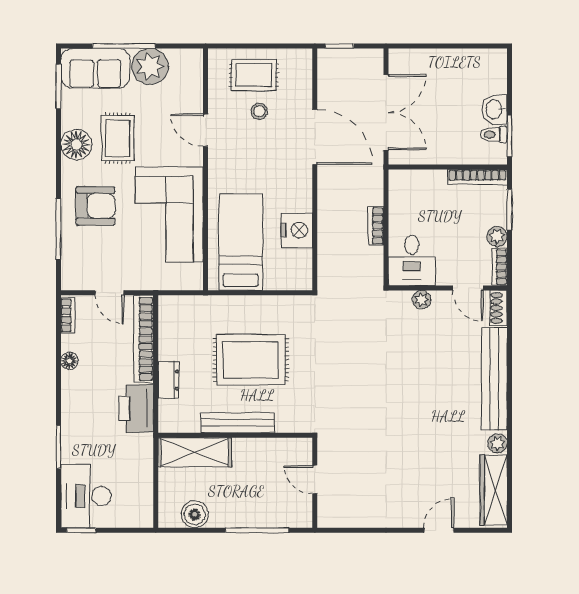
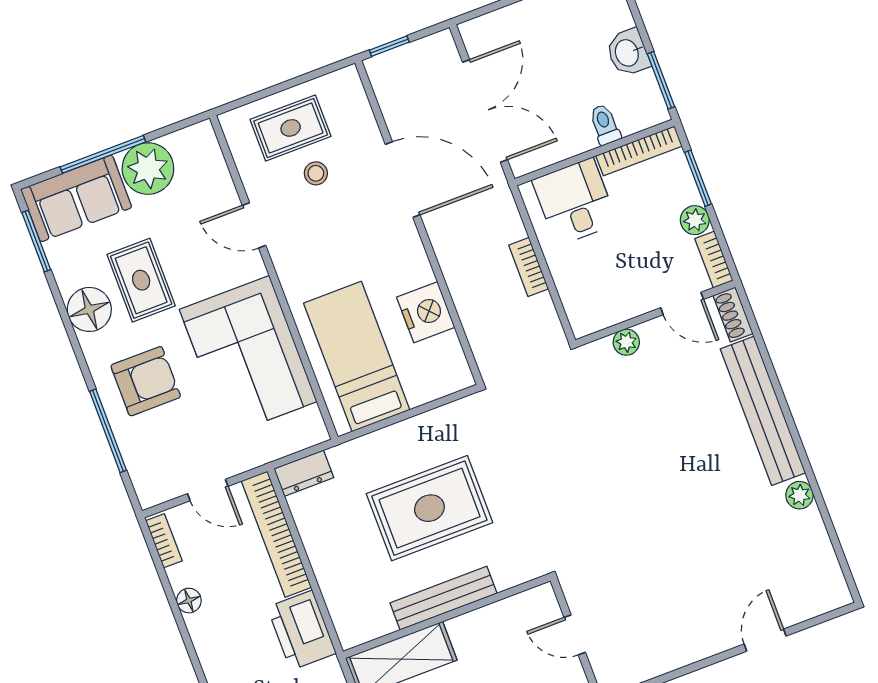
toilet: (494, 135) -> (605, 125), moved, turned 90
desk: (412, 261) -> (575, 202), moved, turned 180
dresser: (169, 380) -> (304, 473), moved, turned 90
wardrobe: (494, 490) -> (818, 559), removed

